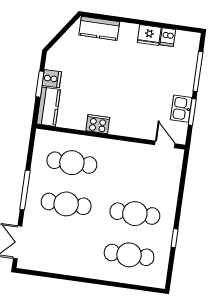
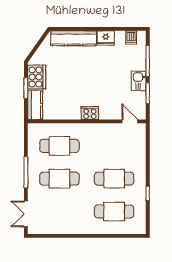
kitchen counter: (99, 28) -> (74, 38), width x1.50
dishwasher: (168, 37) -> (131, 38), moved
cooker: (52, 79) -> (37, 77), width x1.87, depth x1.31
kitchen sink: (181, 109) -> (139, 81), moved
cooker: (98, 124) -> (90, 113), moved

